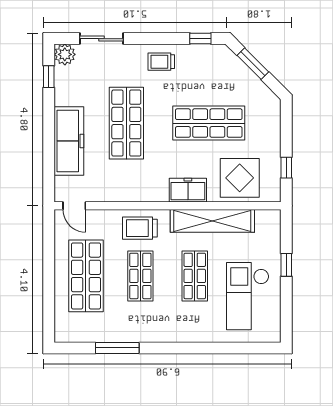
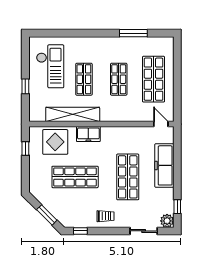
trolley: (140, 228) -> (119, 110), removed

